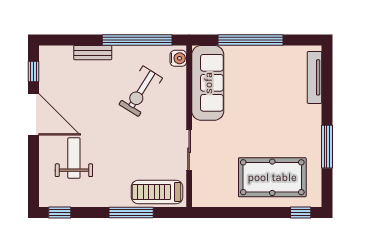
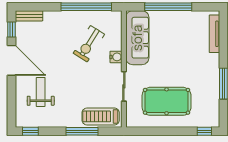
bench: (93, 53) -> (29, 16), moved
water cooler: (178, 58) -> (116, 57), moved
pool table: (272, 177) -> (167, 101), moved

